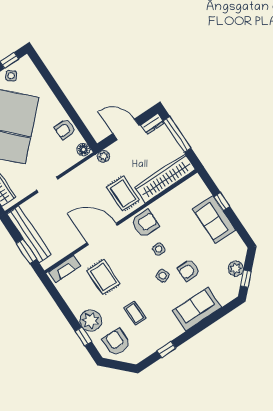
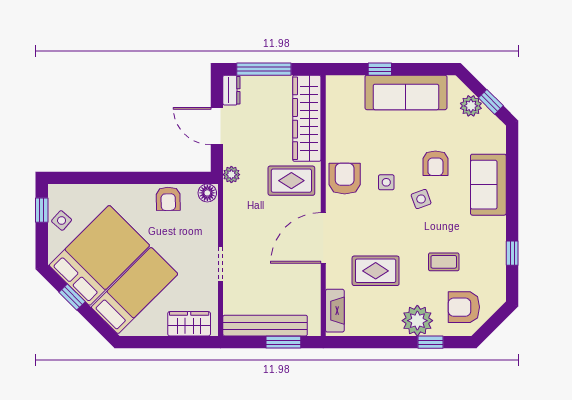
door: (126, 129) -> (217, 126), hinge flipped
sofa: (214, 220) -> (406, 92), width x1.36

